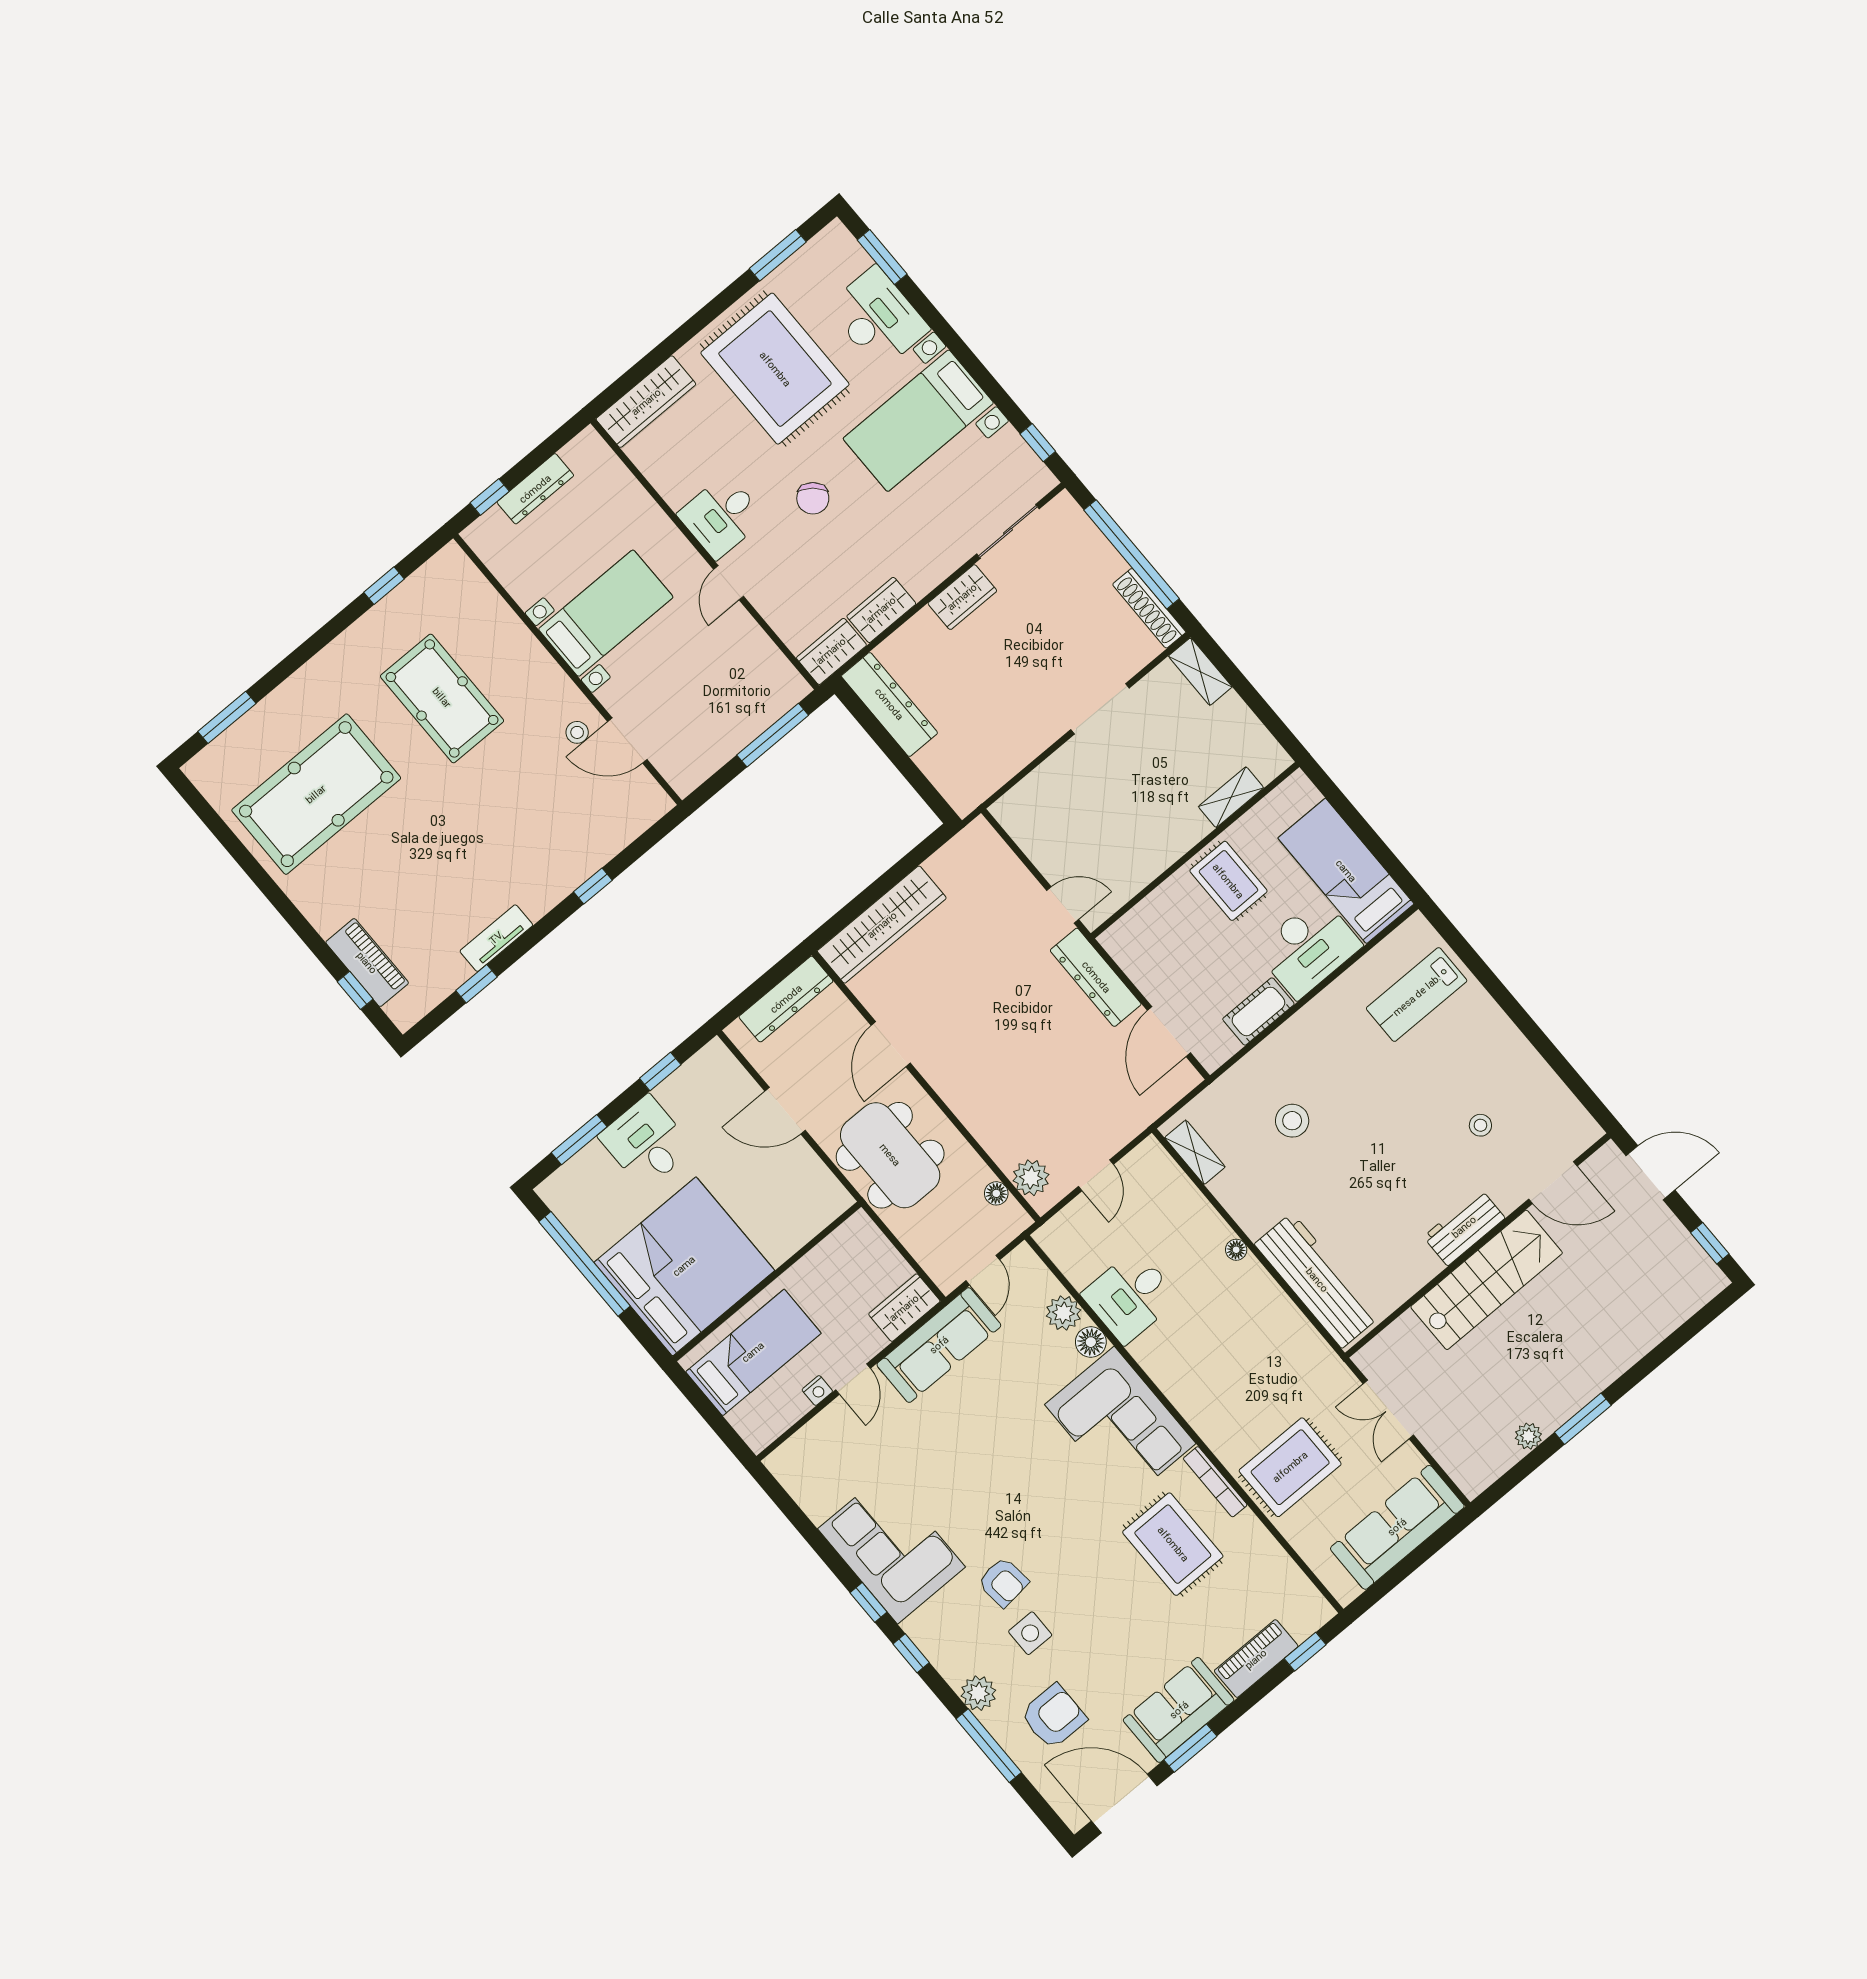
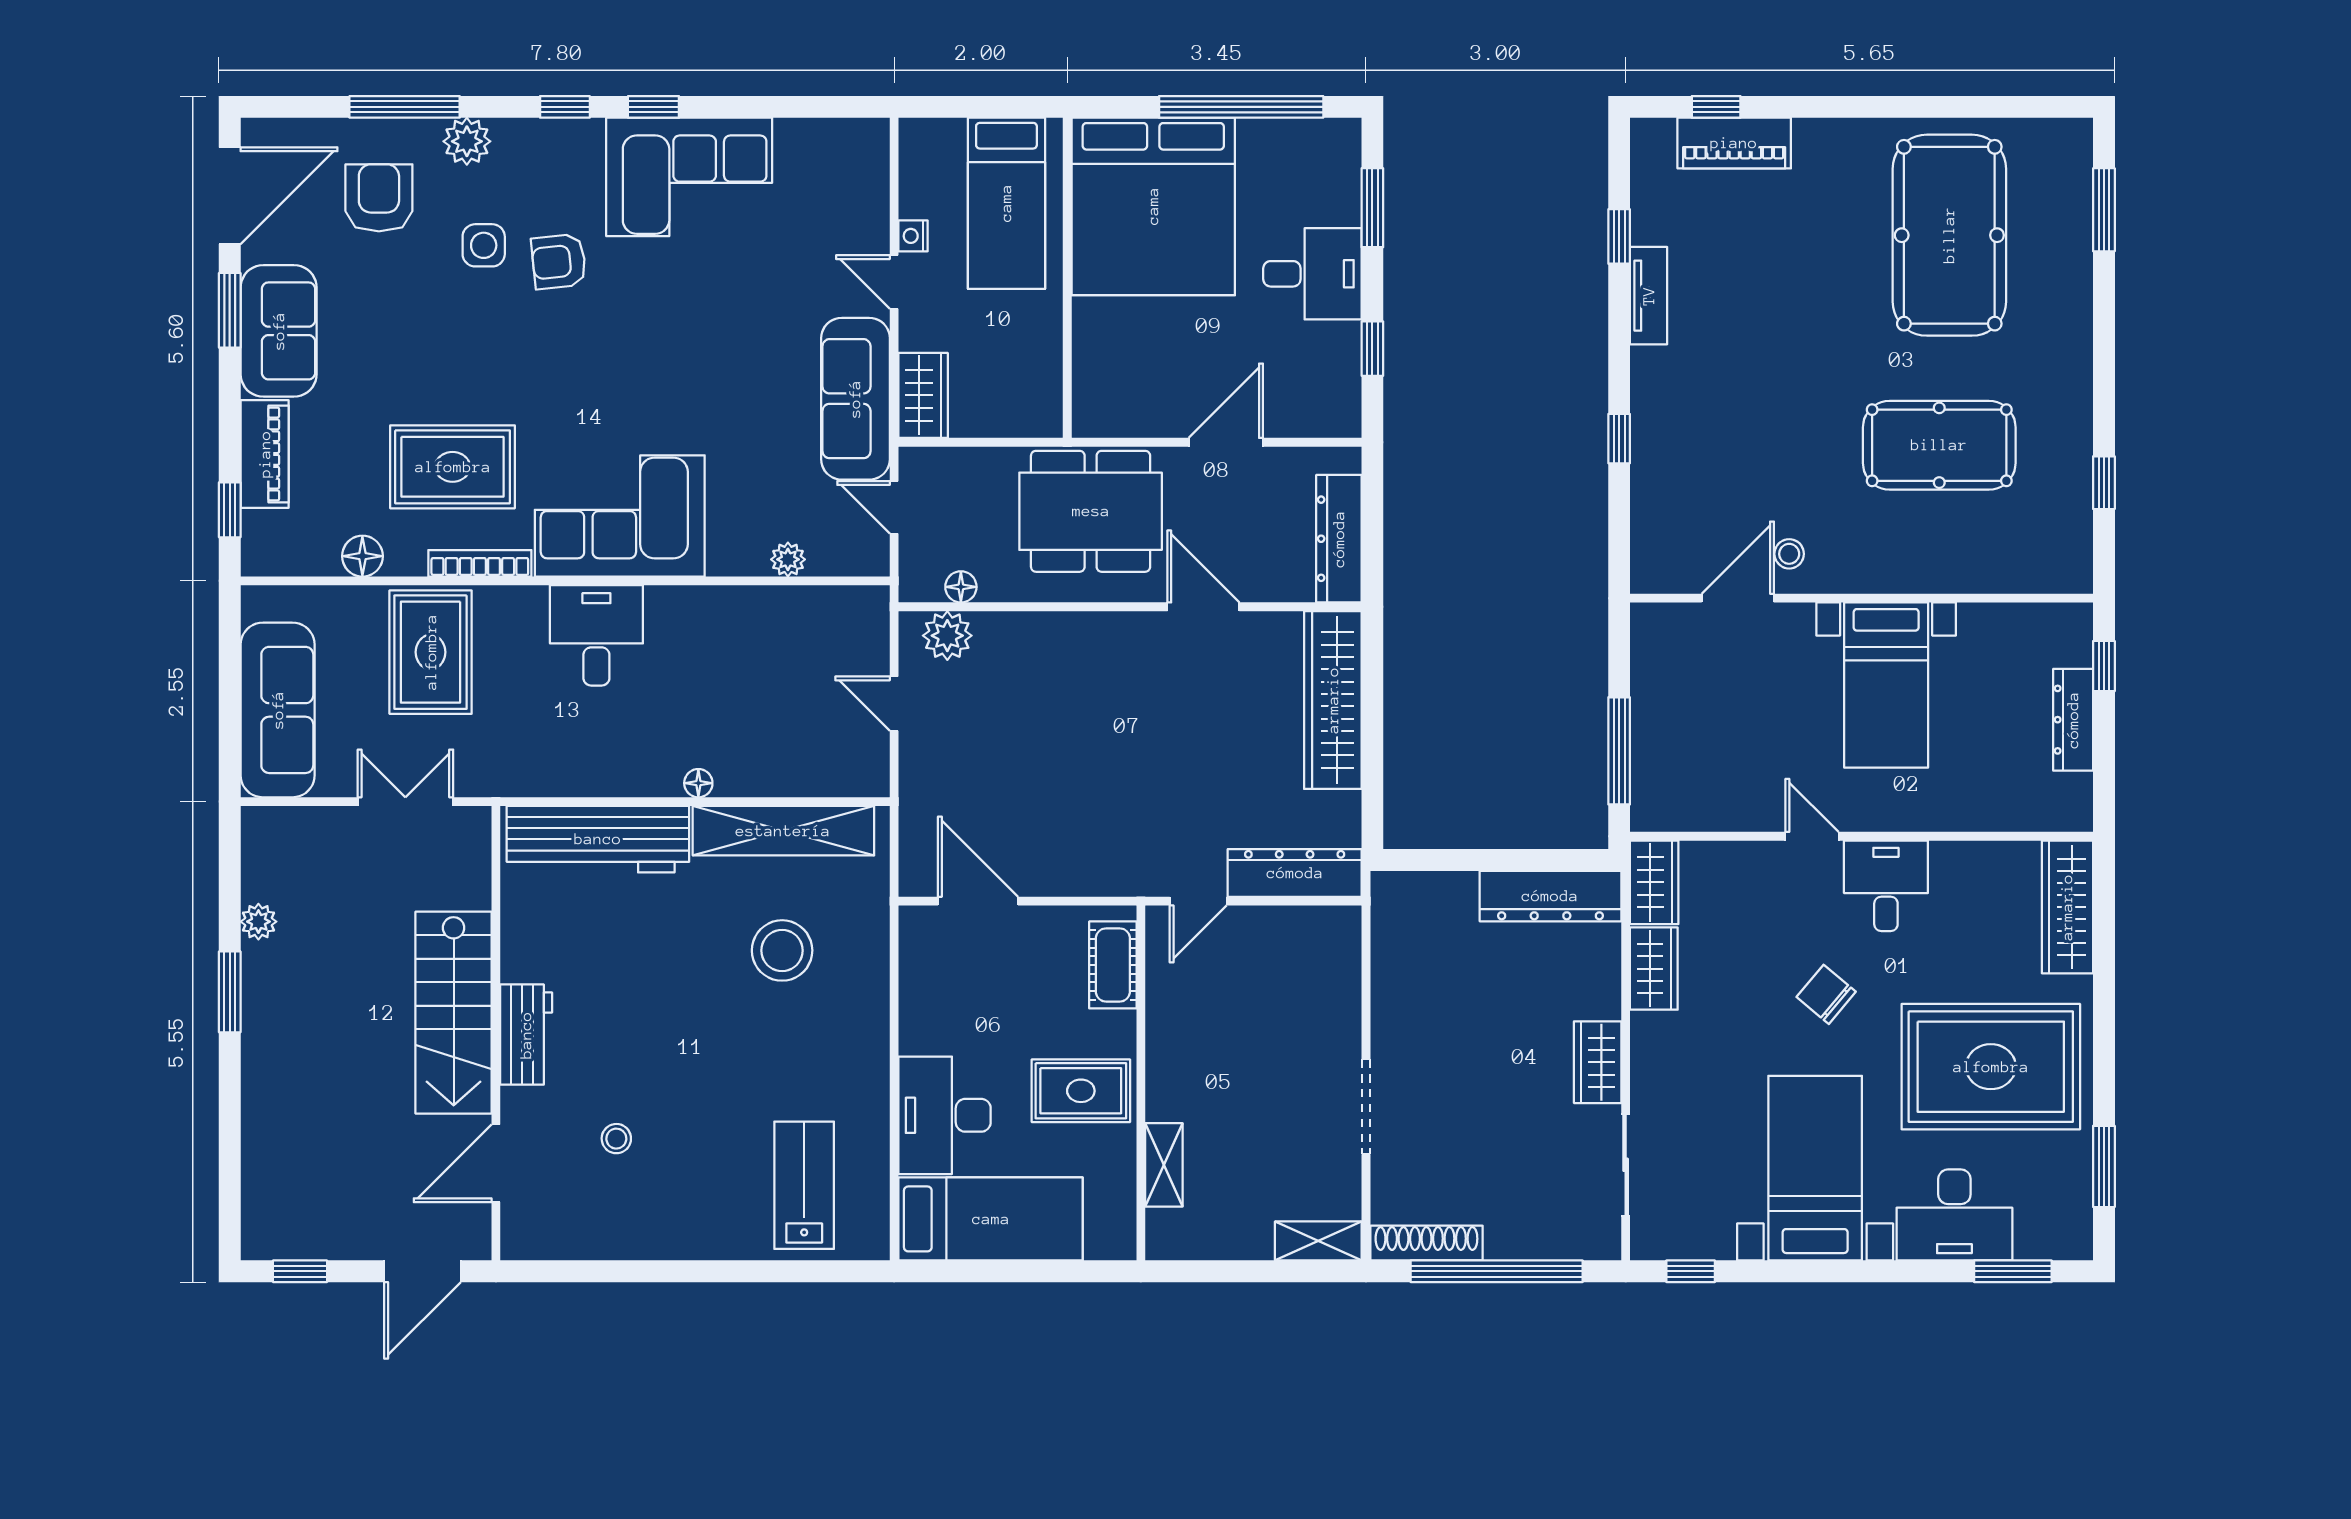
dresser: (1096, 977) -> (1295, 873), moved
cot: (1258, 1011) -> (1113, 965), moved
stool: (1292, 1121) -> (782, 950), width x1.38, depth x1.38
shelving: (1195, 1152) -> (783, 831), width x2.20, depth x1.33
desk: (1130, 1296) -> (596, 635), moved
plant: (1063, 1313) -> (788, 559), width x0.73, depth x0.73
floor lamp: (1091, 1342) -> (362, 556), moved
armchair: (1053, 1716) -> (379, 198), turned 180

